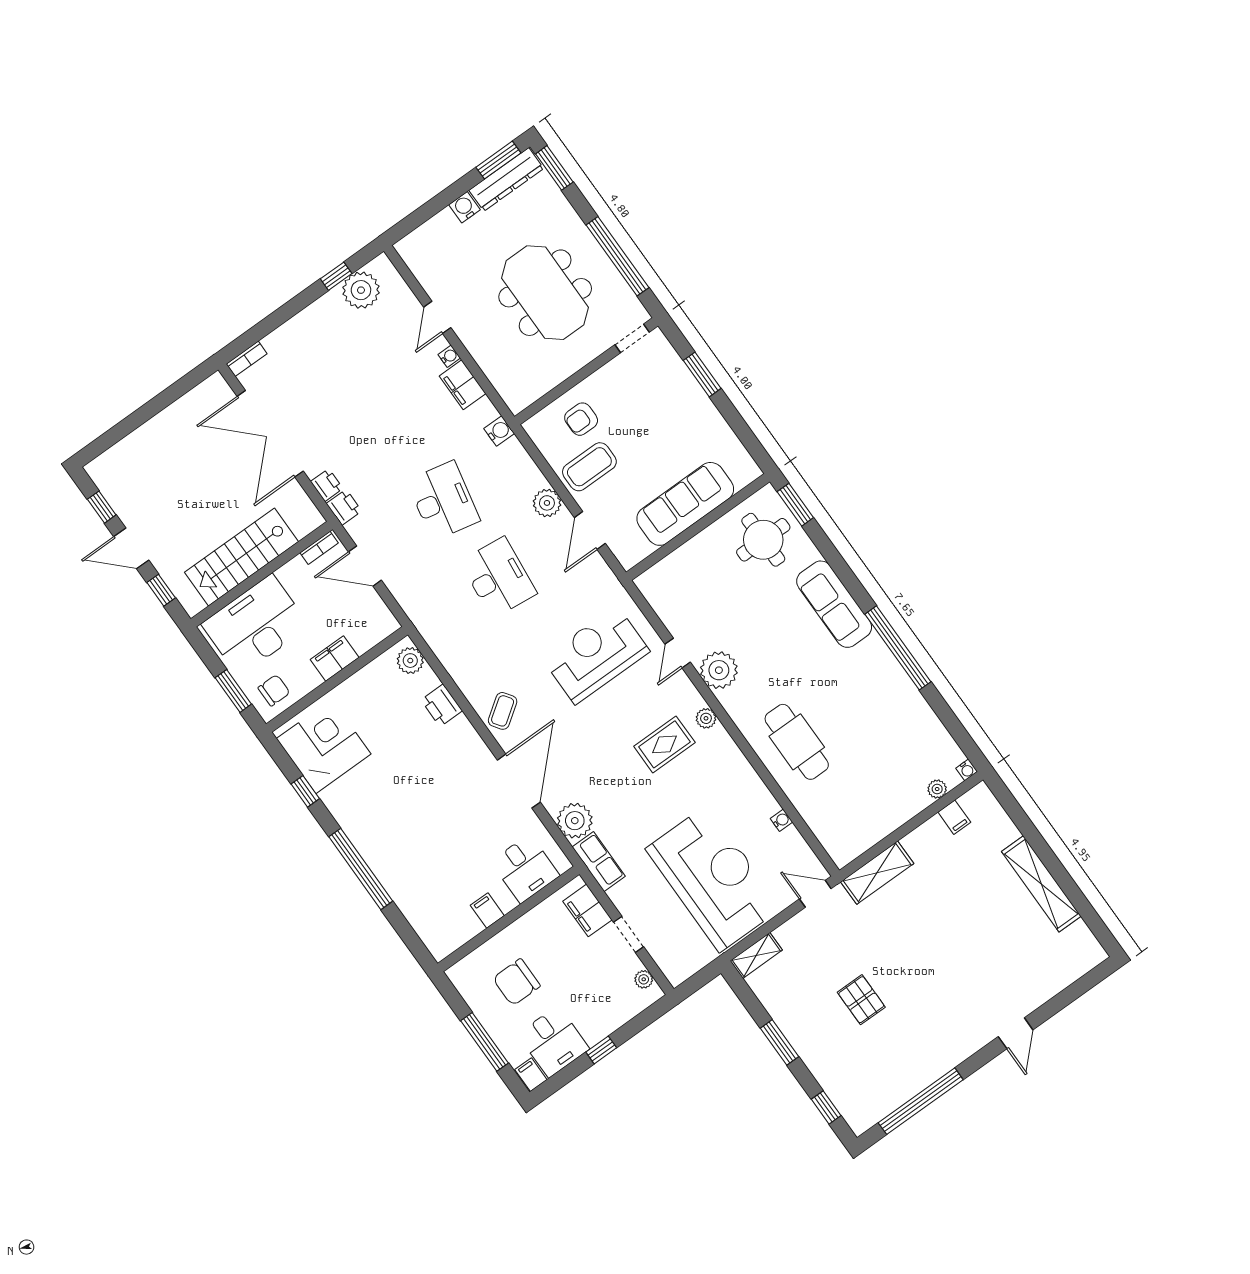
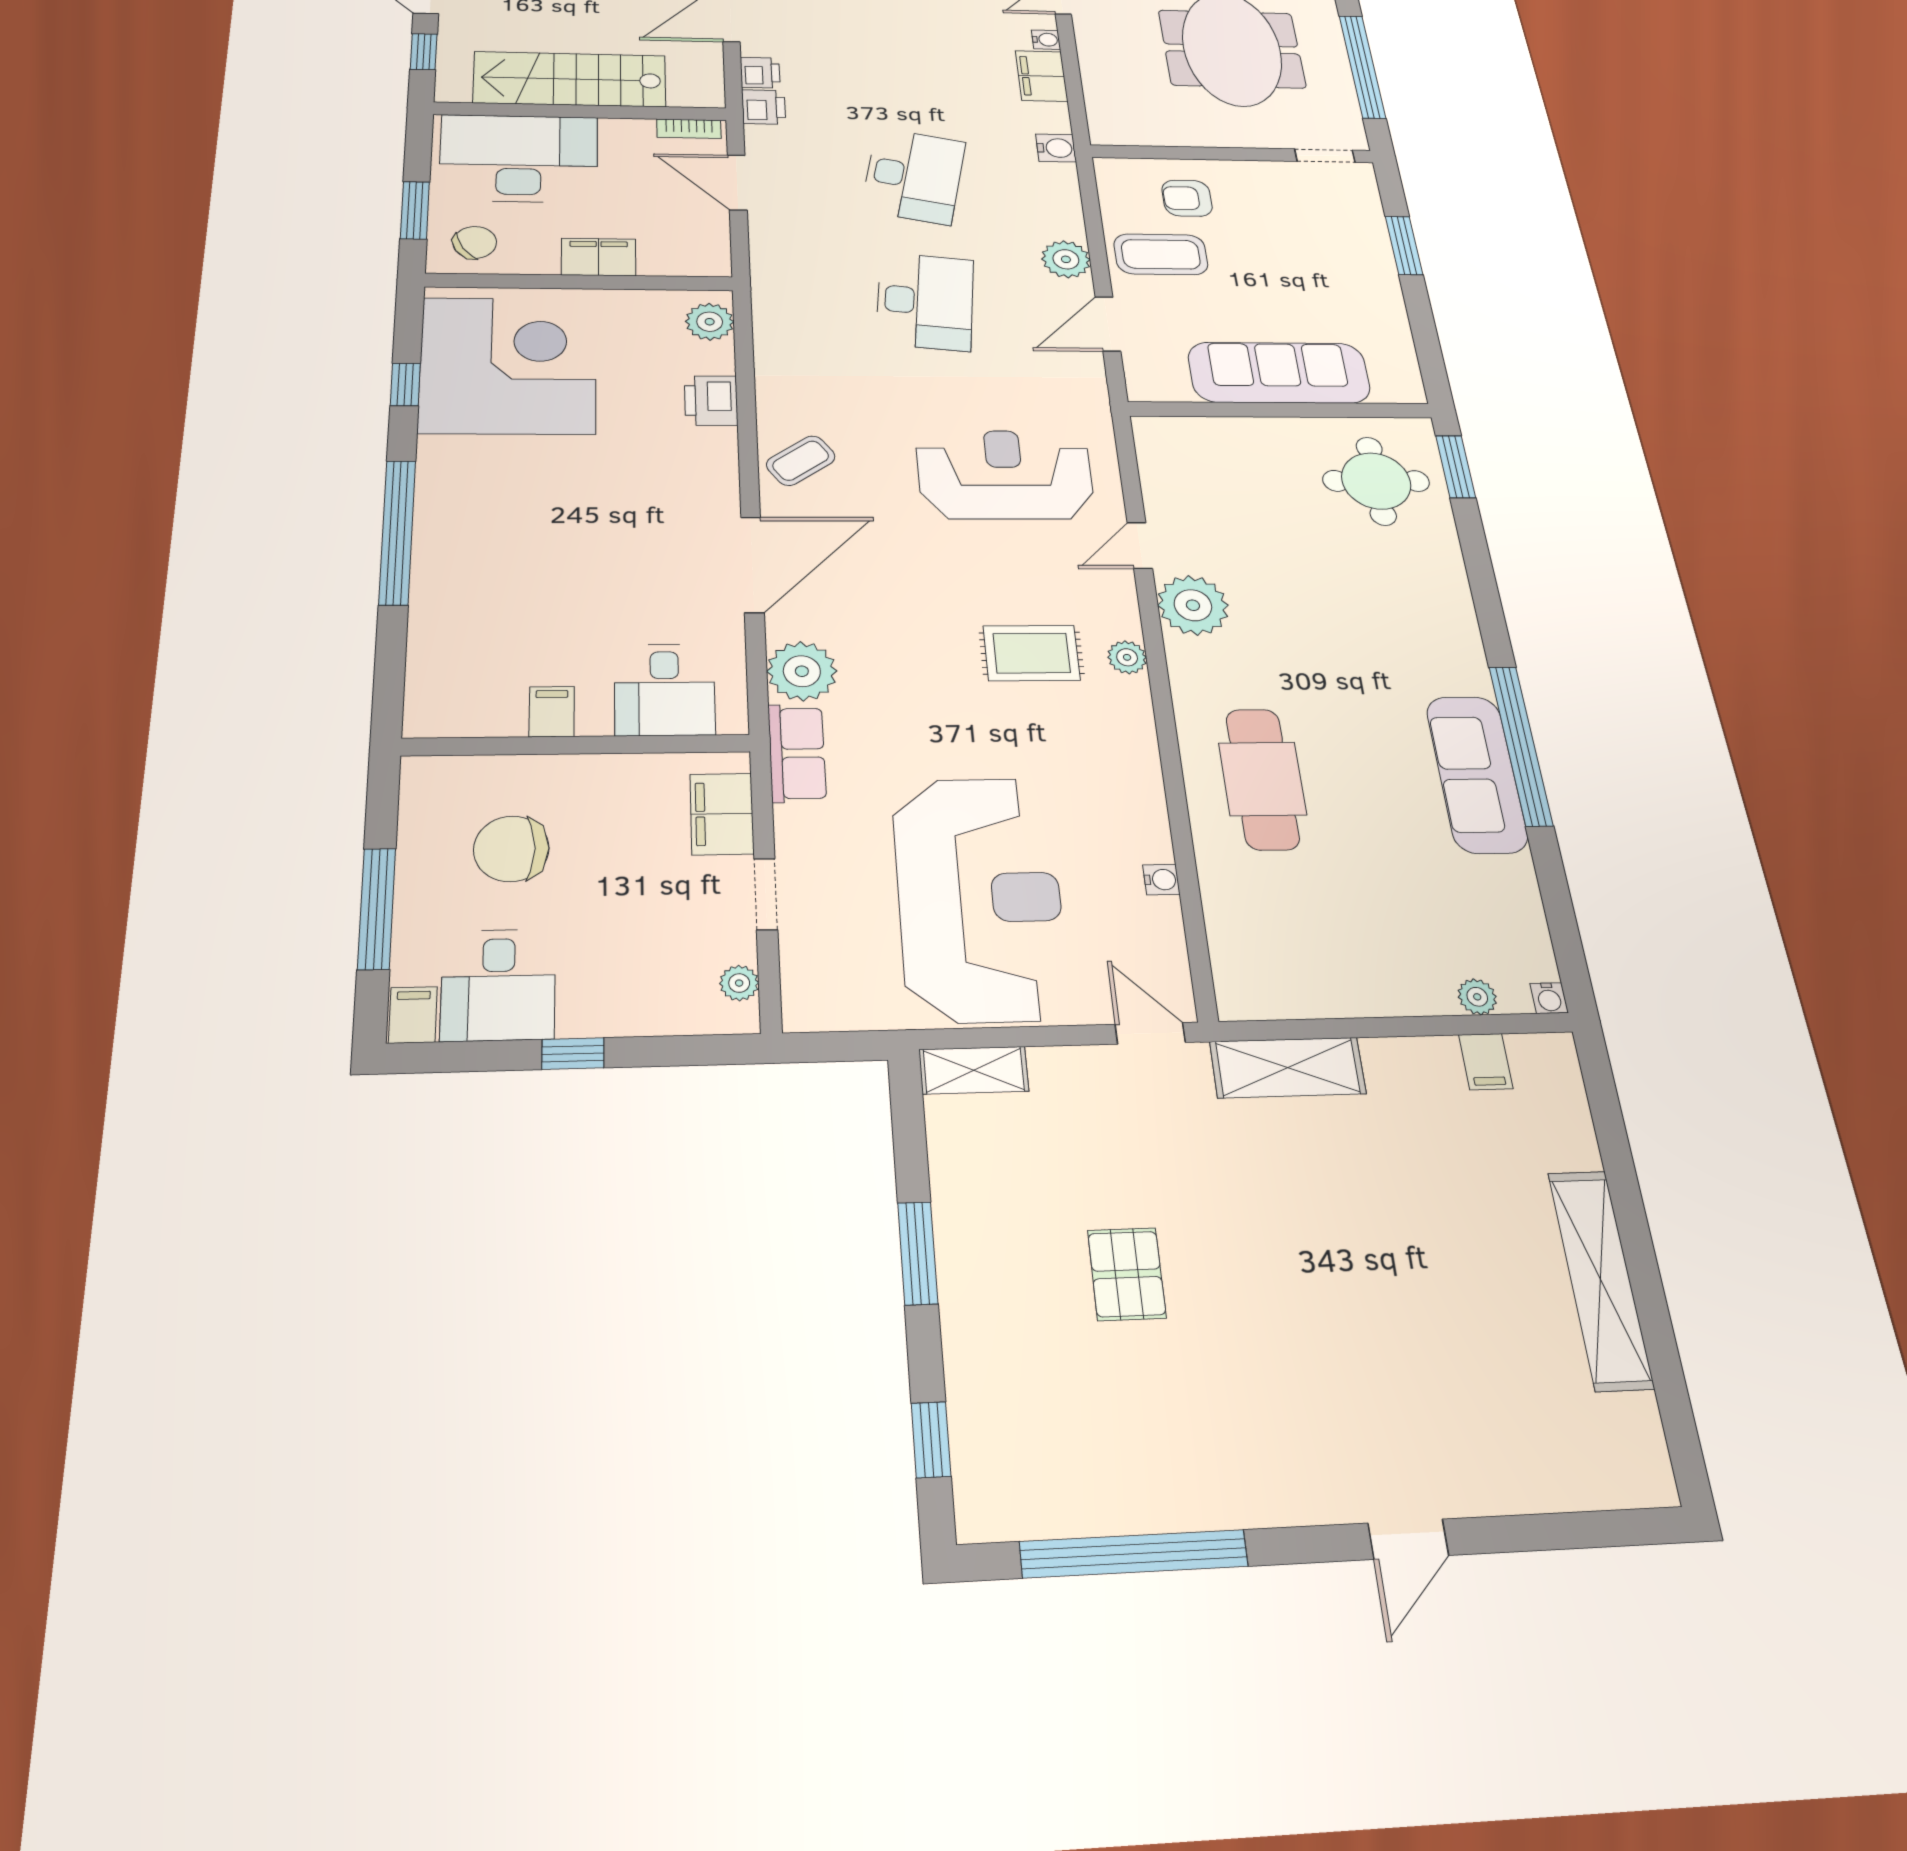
sofa: (834, 604) -> (1477, 774), moved
chair: (274, 690) -> (475, 242), turned -32
corner desk: (324, 746) -> (508, 365), width x1.36, depth x1.36

